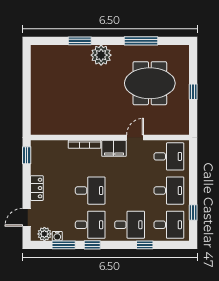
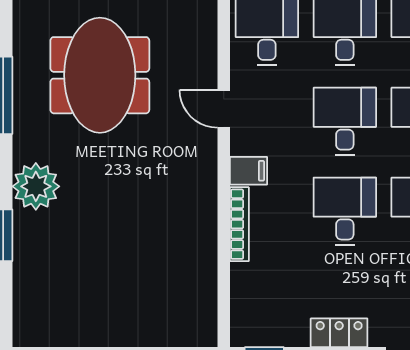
filing cabinet: (114, 148) -> (248, 171), width x0.50
desk: (130, 191) -> (345, 121), added

